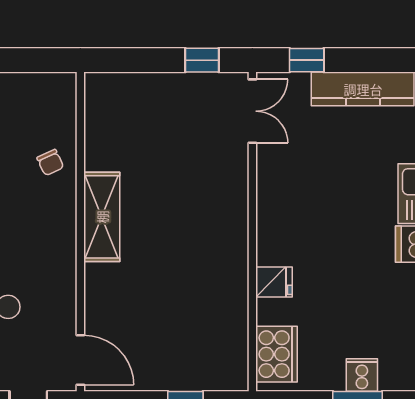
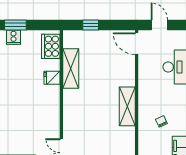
chair: (50, 162) -> (161, 121), moved
shelving: (231, 303) -> (71, 69), added

